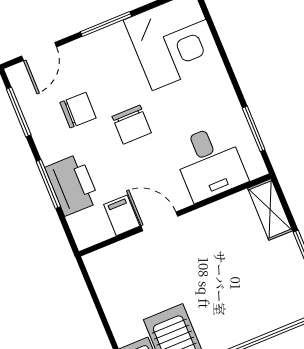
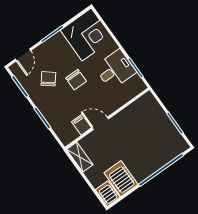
chair: (78, 110) -> (48, 79), turned -52
desk: (210, 163) -> (115, 70), moved, turned -90
printer: (72, 185) -> (54, 116), removed
shelving: (270, 209) -> (80, 157), moved

